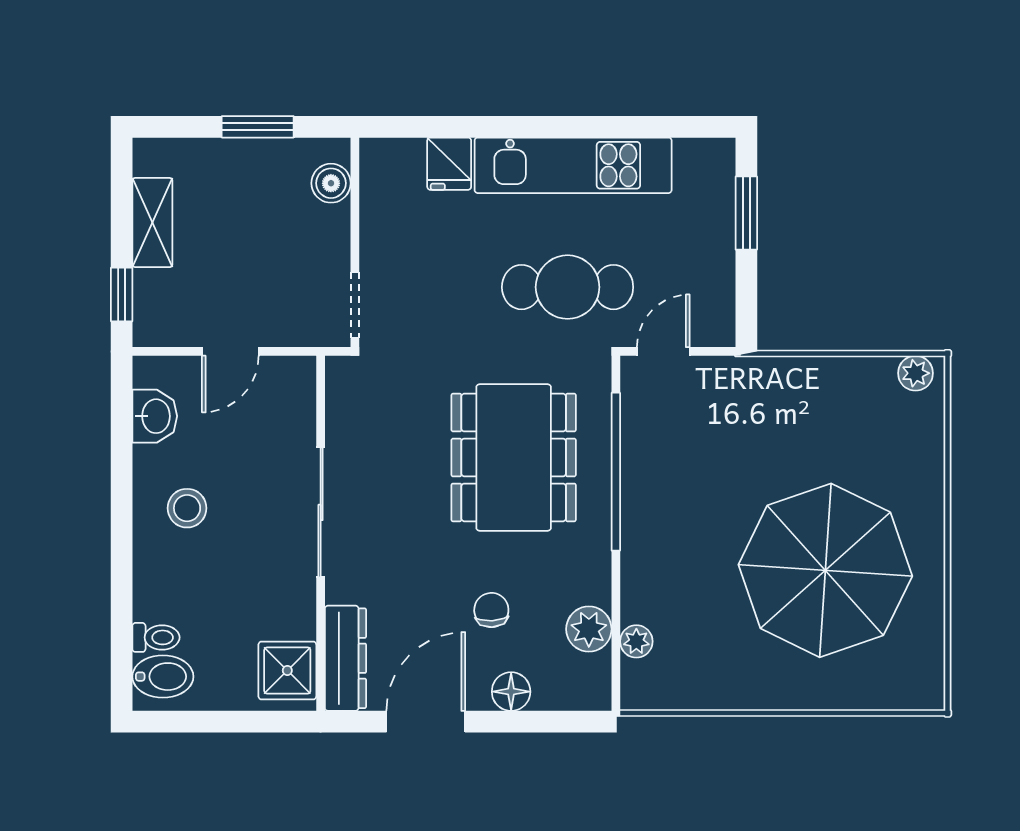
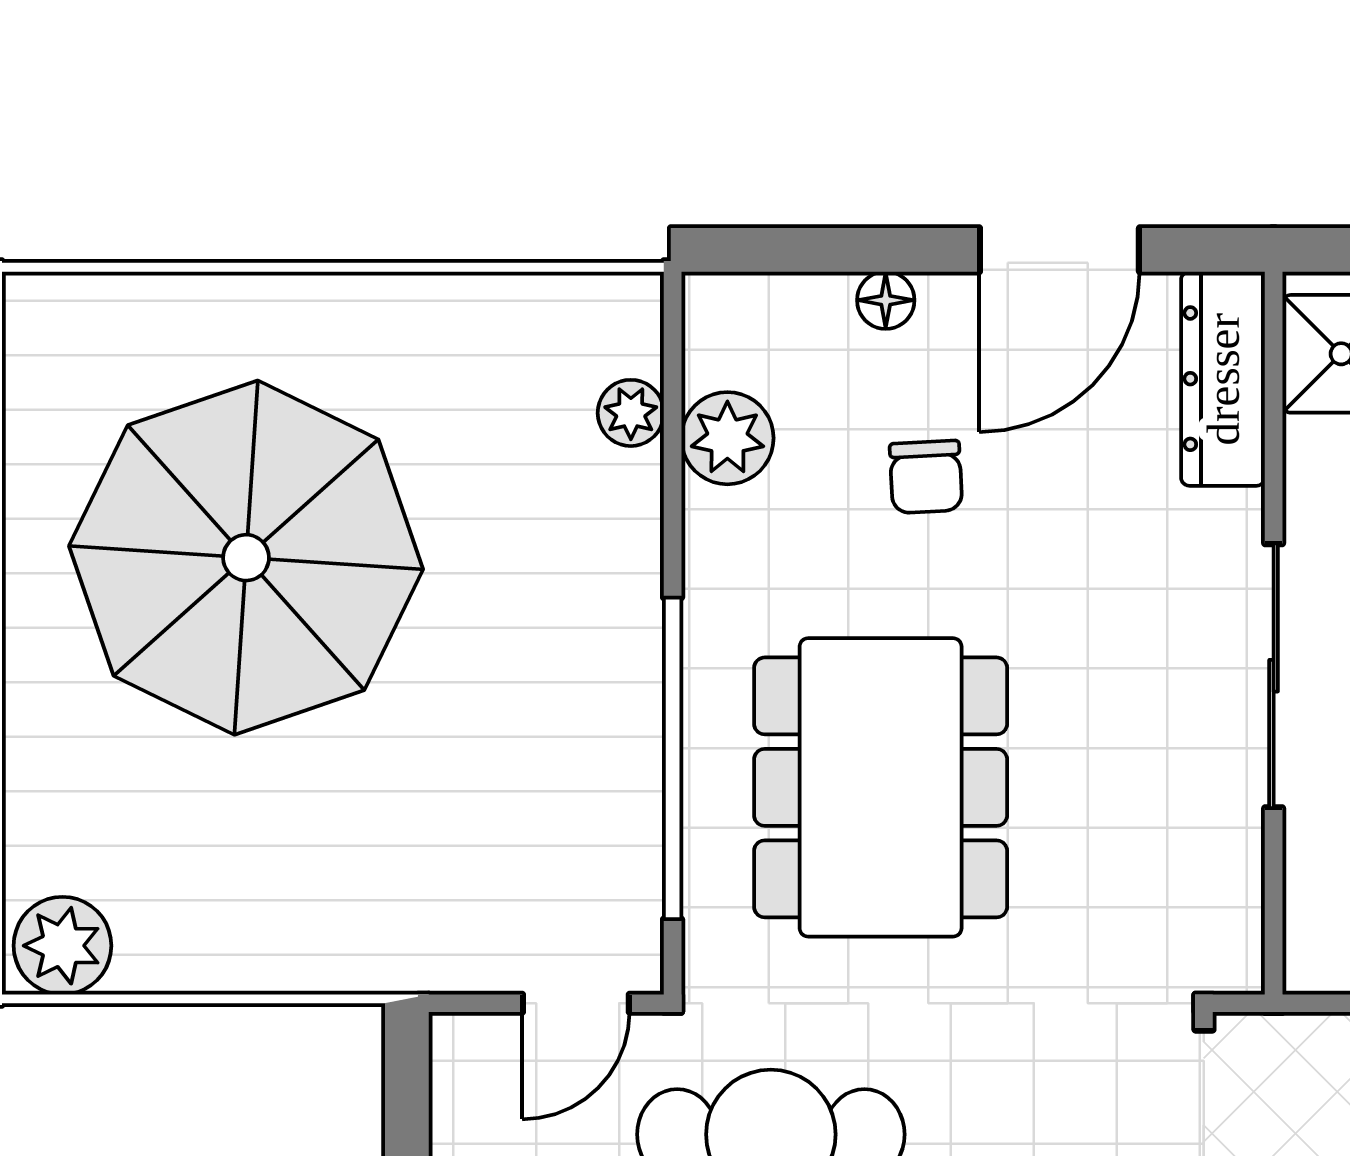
plant: (915, 373) -> (62, 946), width x1.38, depth x1.38
floor lamp: (511, 692) -> (886, 300), width x0.73, depth x0.73

